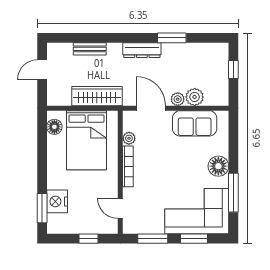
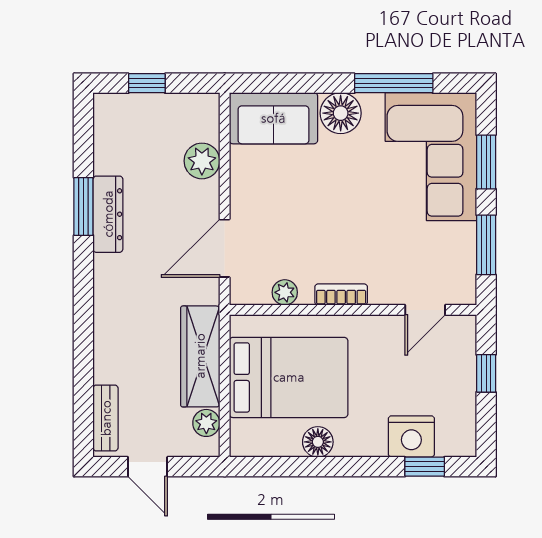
bench: (90, 49) -> (106, 418), moved
dresser: (142, 50) -> (108, 214), moved
plant: (178, 99) -> (206, 423), moved
sofa: (195, 123) -> (273, 118), moved, turned 90
floor lamp: (54, 127) -> (318, 442), moved
bookcase: (128, 166) -> (341, 294), width x0.64
window: (42, 208) -> (425, 467), width x0.67

